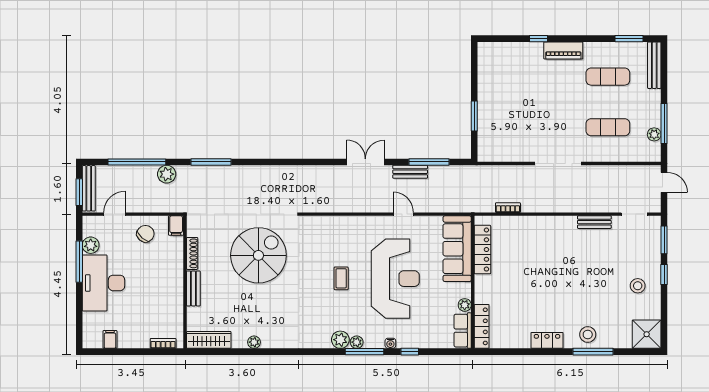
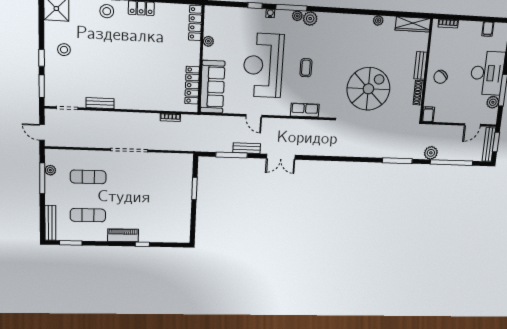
chair: (145, 234) -> (440, 77), moved
spiral stairs: (258, 255) -> (368, 89), turned 180
row of seats: (463, 331) -> (305, 110), moved, turned -90

